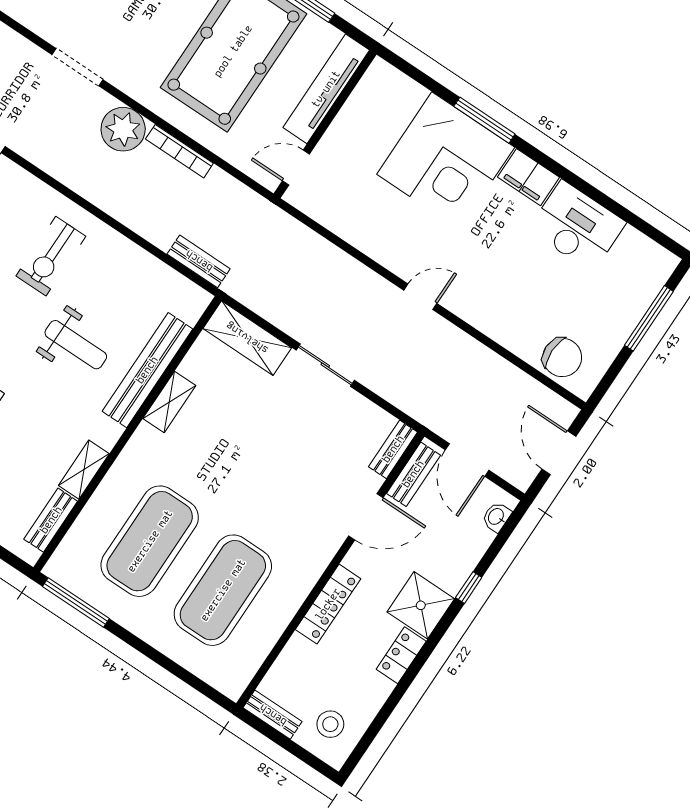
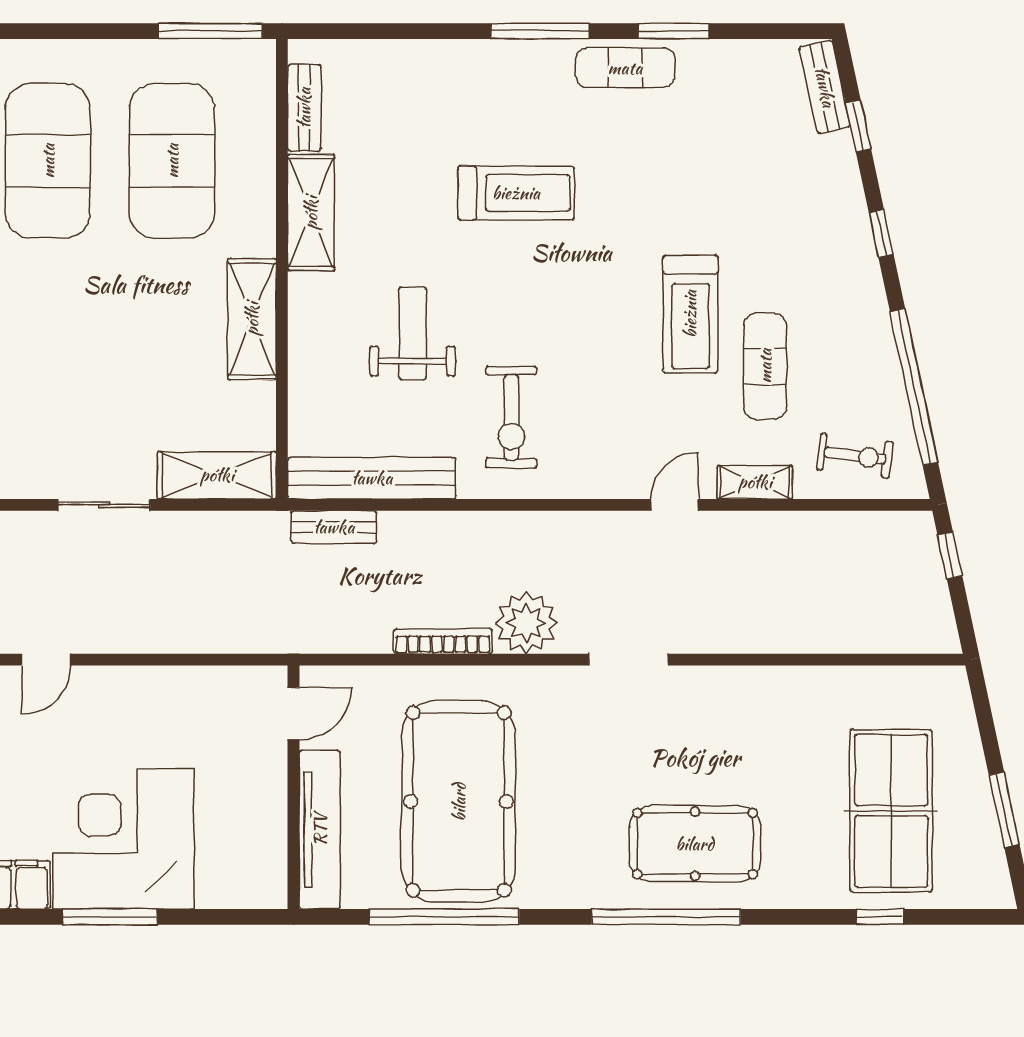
exercise bike: (51, 256) -> (511, 417), turned 180
weight bench: (76, 345) -> (413, 333), turned 90
bench: (147, 370) -> (372, 478), moved, turned 90
shelving: (169, 402) -> (252, 319), width x1.50, depth x1.33
shelving: (84, 470) -> (311, 213), width x1.50, depth x1.33

